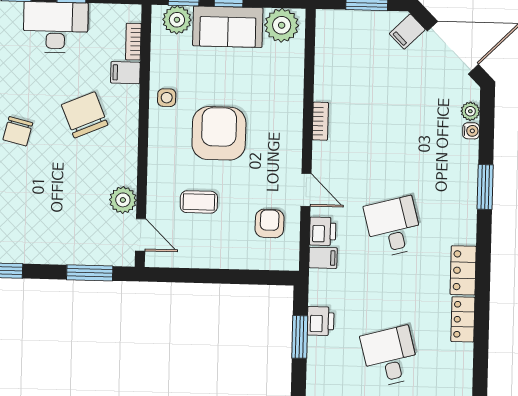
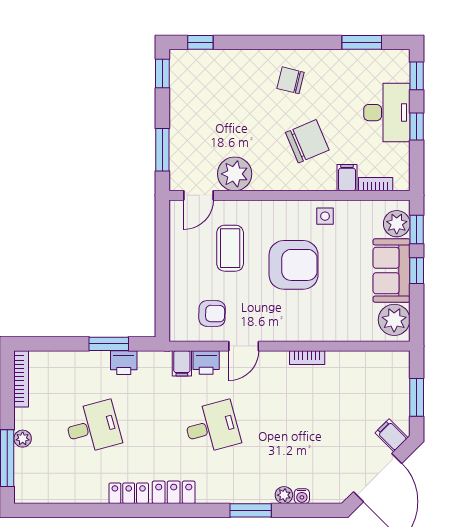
plant: (470, 111) -> (284, 495), moved
plant: (123, 200) -> (235, 174), width x1.36, depth x1.36
coffee table: (199, 202) -> (230, 248), width x1.36, depth x1.30

